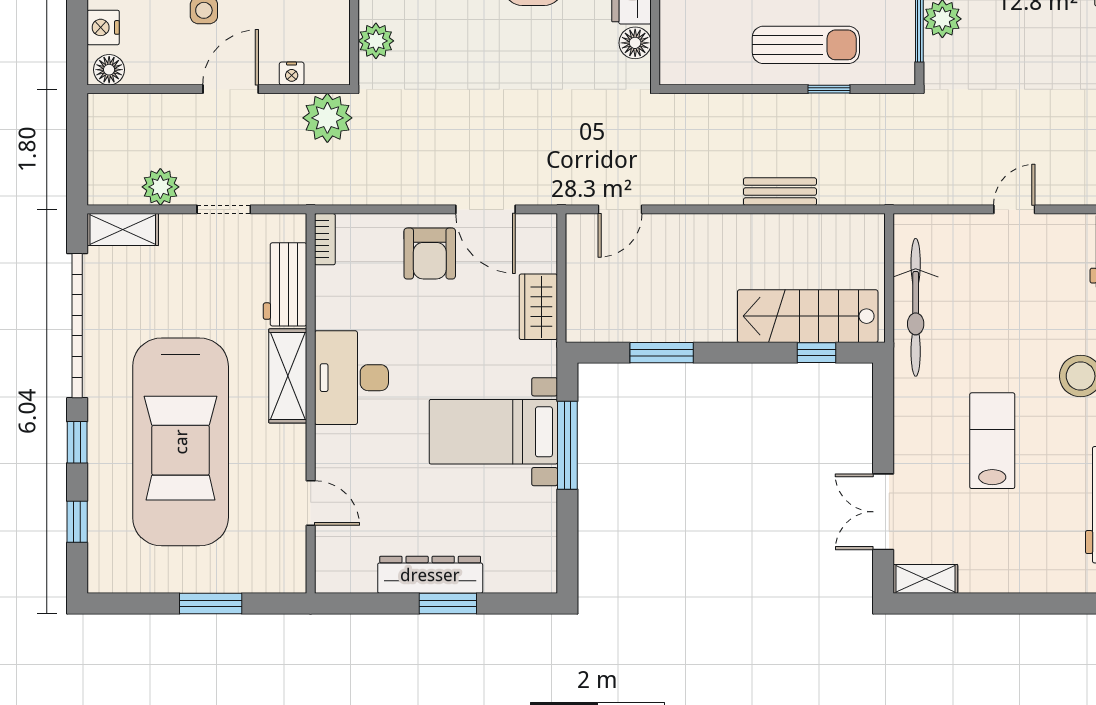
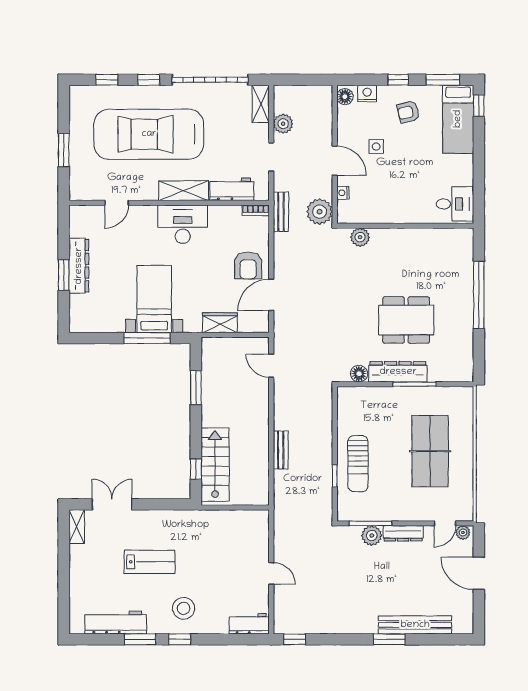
bench: (328, 191) -> (281, 212), added
armchair: (430, 254) -> (248, 266), turned -90
bicycle: (916, 307) -> (220, 521), removed

